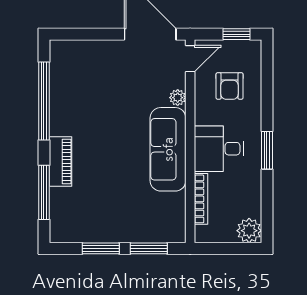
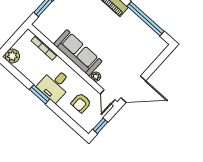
armchair: (230, 86) -> (81, 103), turned -90
desk: (219, 149) -> (55, 85), moved, turned 180

